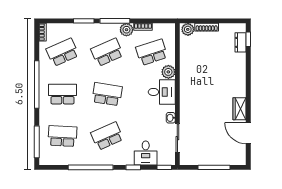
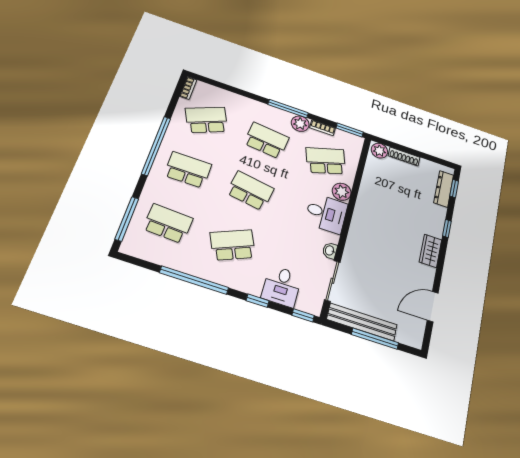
window: (84, 21) -> (350, 130), moved
dresser: (241, 42) -> (444, 189), width x1.44
school desk: (107, 52) -> (266, 140), turned 30
window: (248, 73) -> (447, 228), added
wardrobe: (240, 109) -> (430, 251), moved
door: (248, 133) -> (433, 307), hinge flipped
bench: (203, 159) -> (362, 322), added

